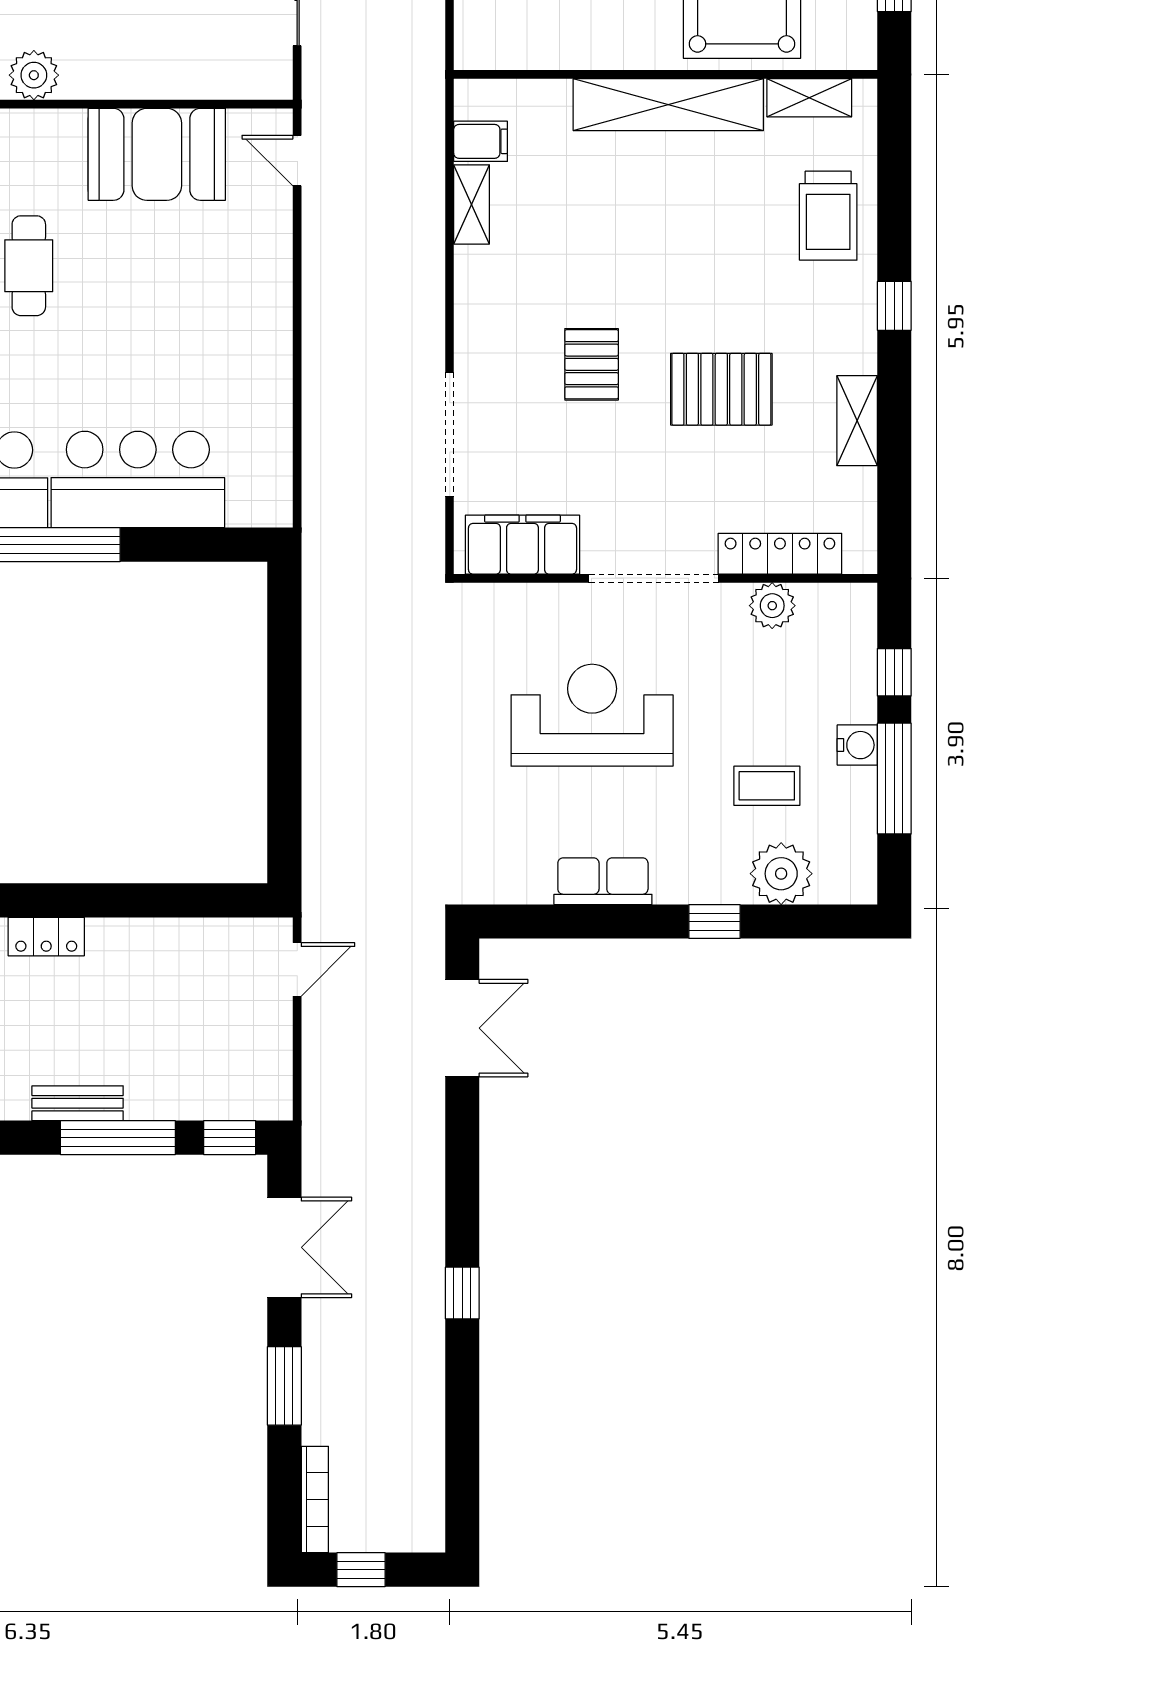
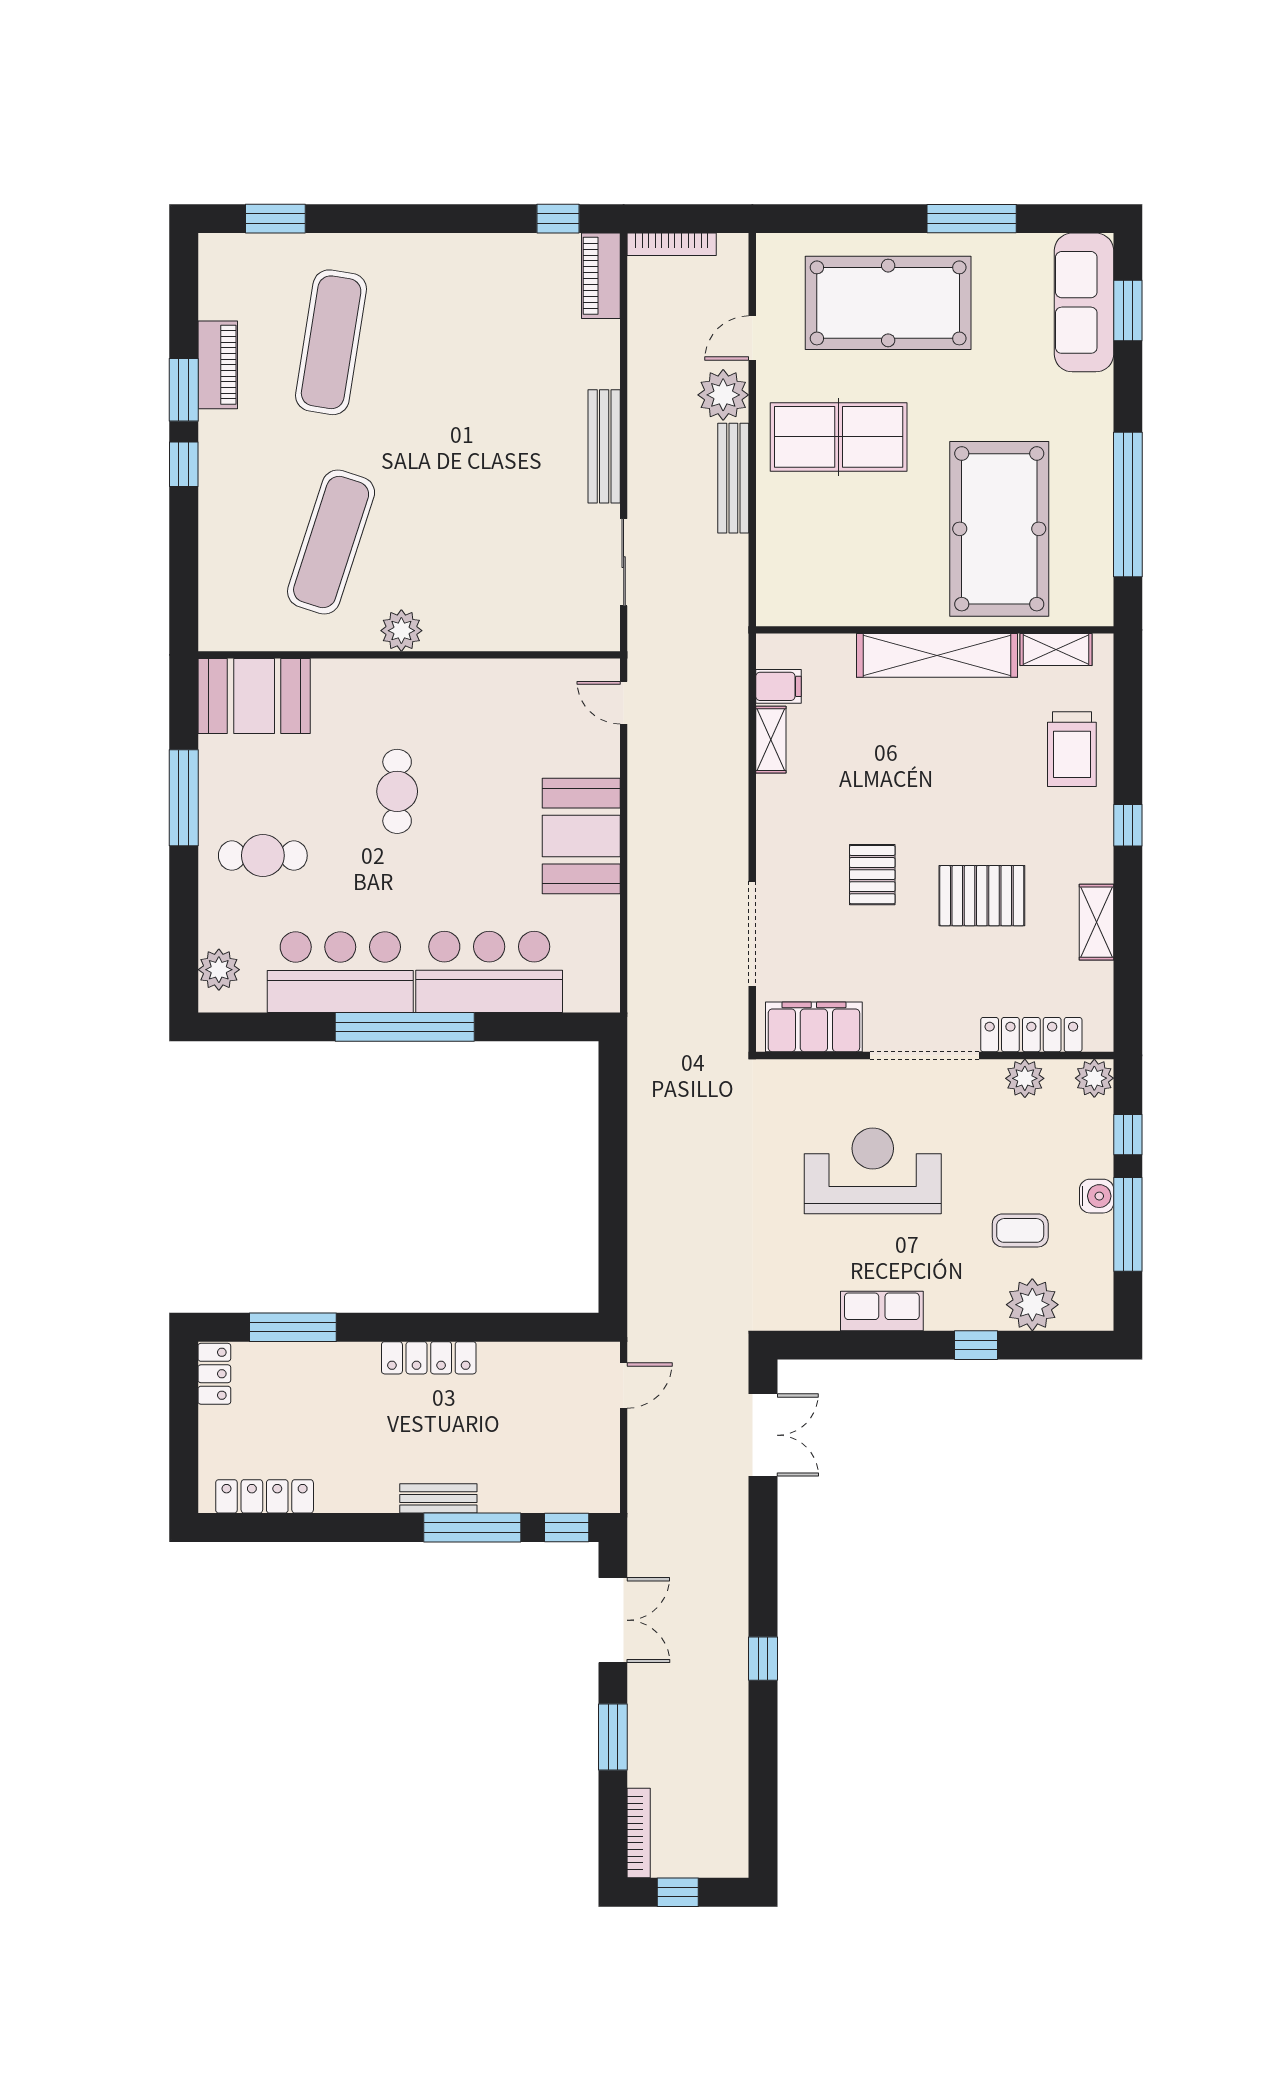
booth: (157, 154) -> (581, 836), moved, turned 90
plant: (855, 605) -> (1094, 1078), added
locker: (46, 937) -> (429, 1358), width x1.53

